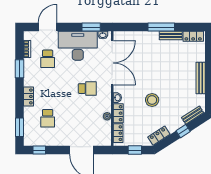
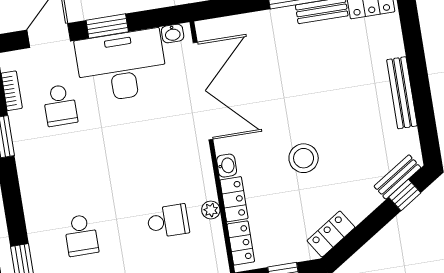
window: (91, 27) -> (107, 26), moved
school desk: (87, 89) -> (168, 221), moved
locker: (28, 96) -> (32, 194), removed
window: (183, 131) -> (405, 195), moved

